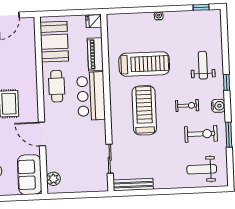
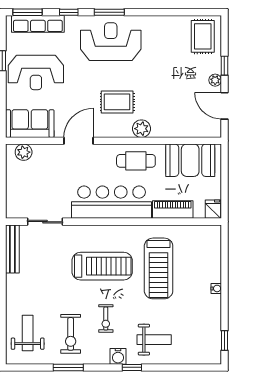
plant: (30, 83) -> (141, 129), added
bar counter: (91, 96) -> (112, 202), width x1.36
water cooler: (218, 106) -> (118, 356), moved

